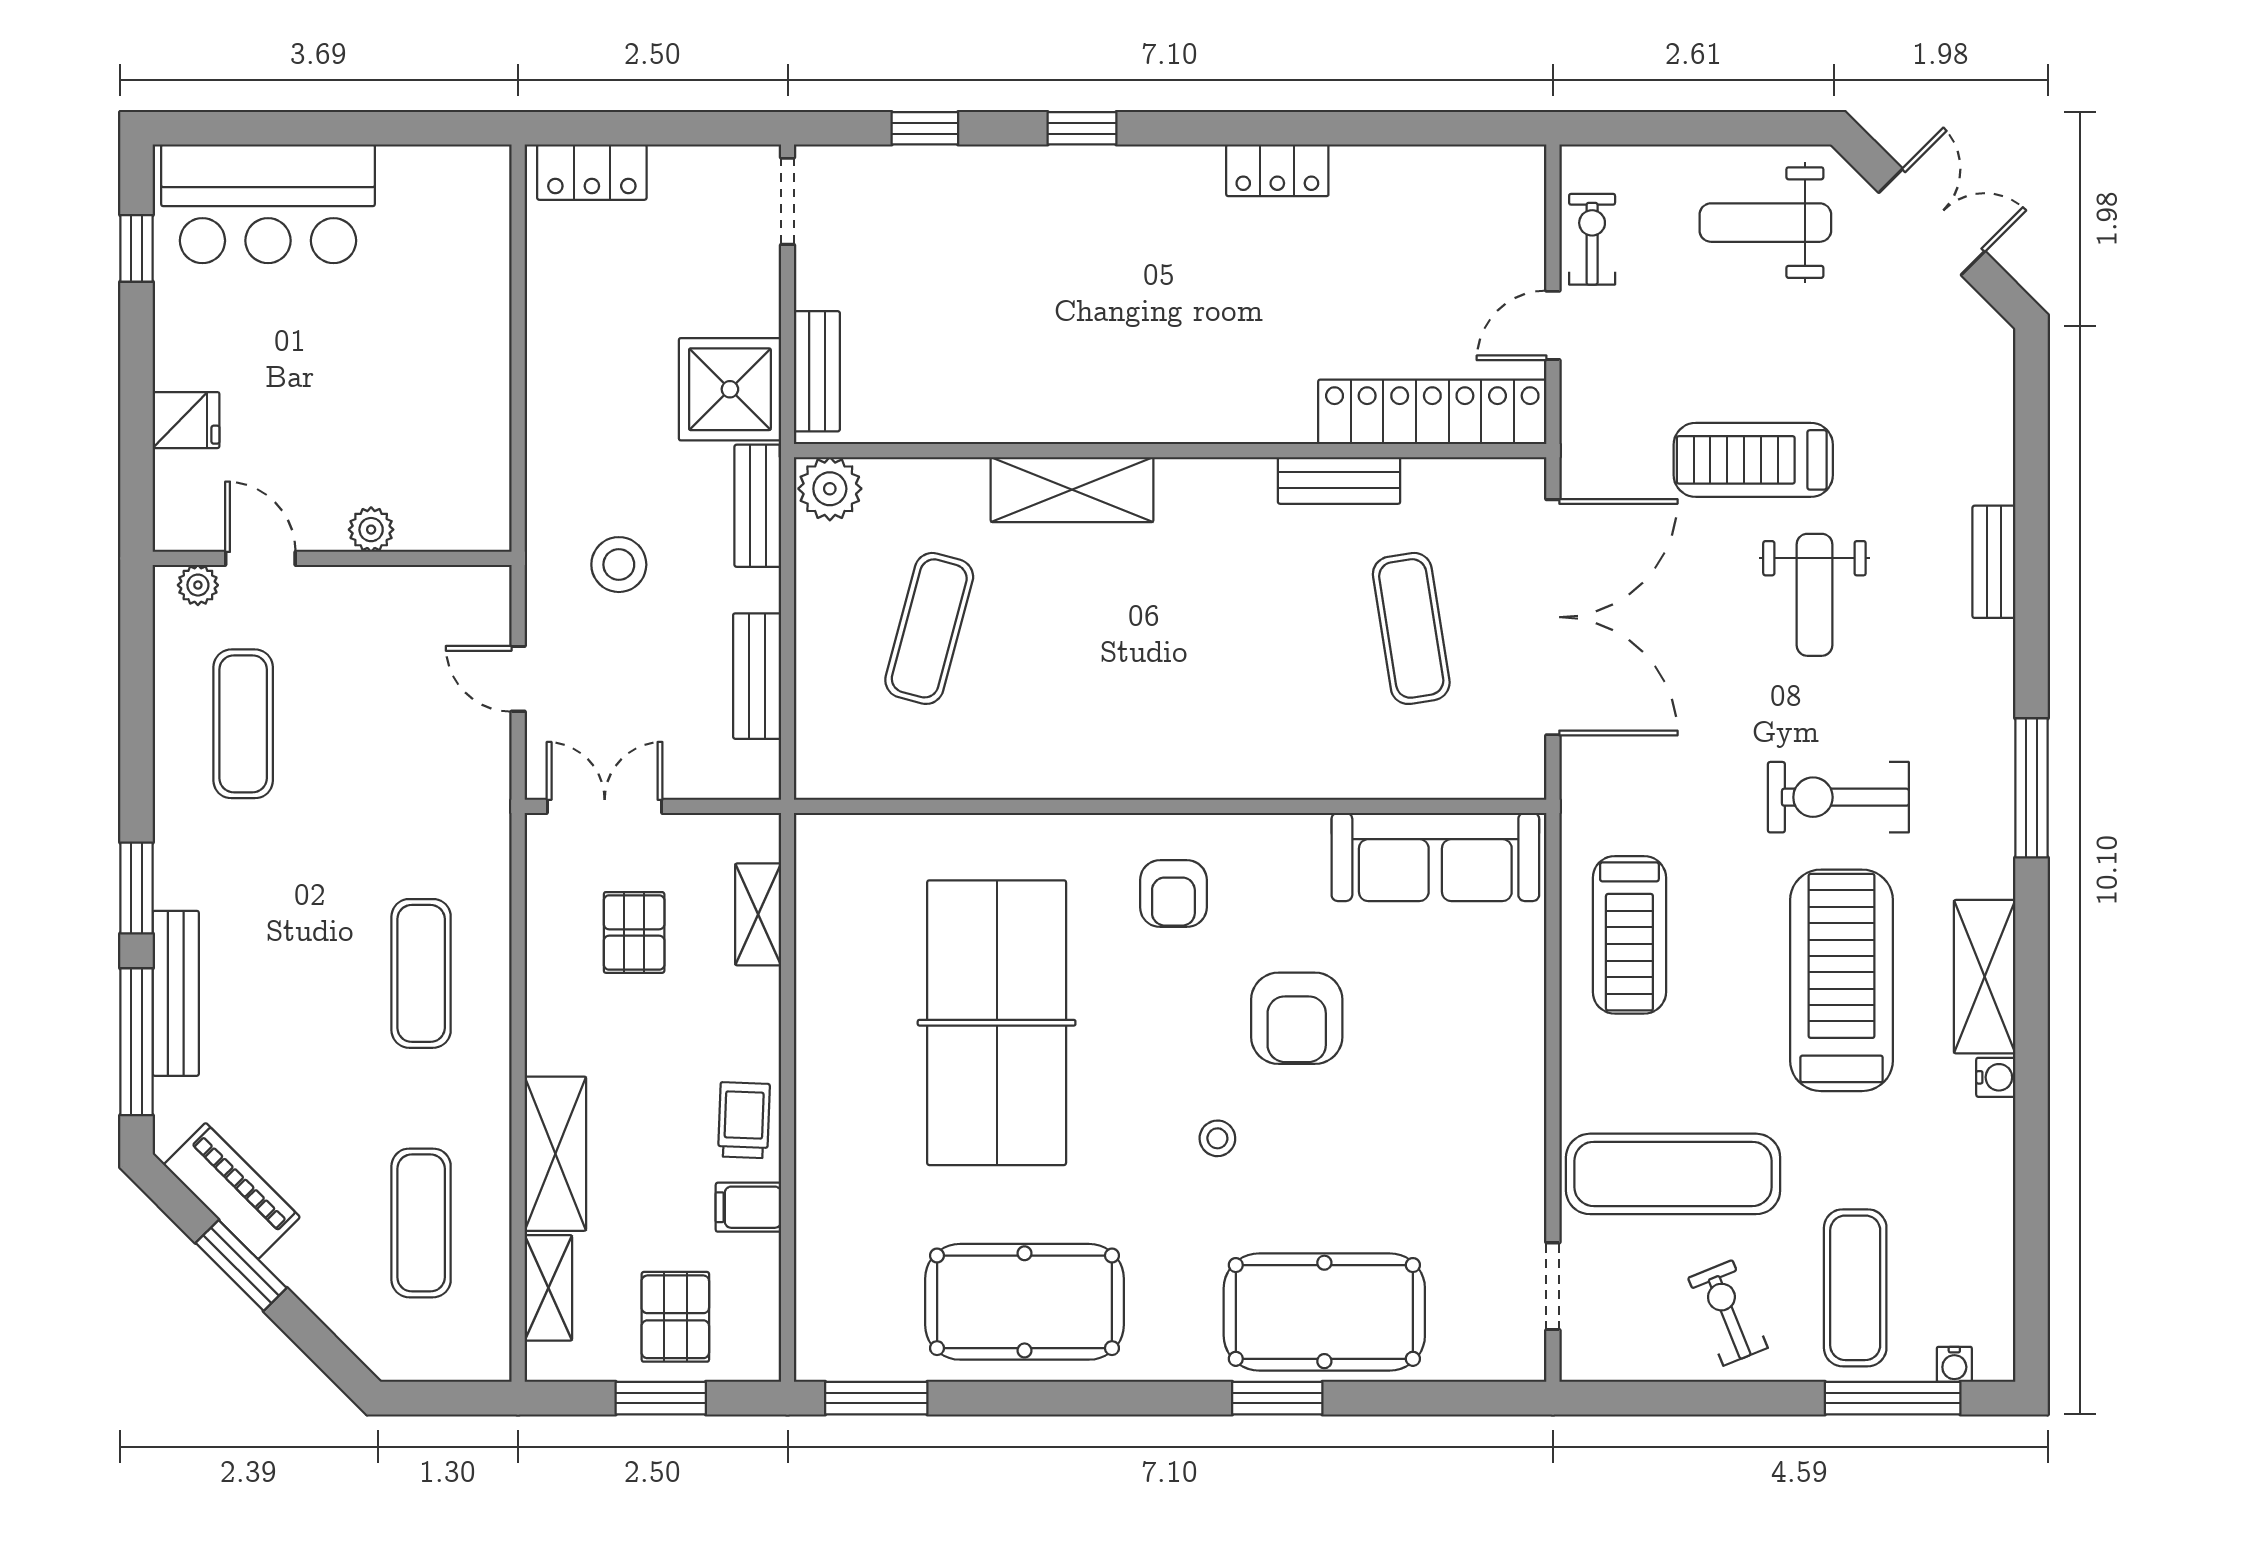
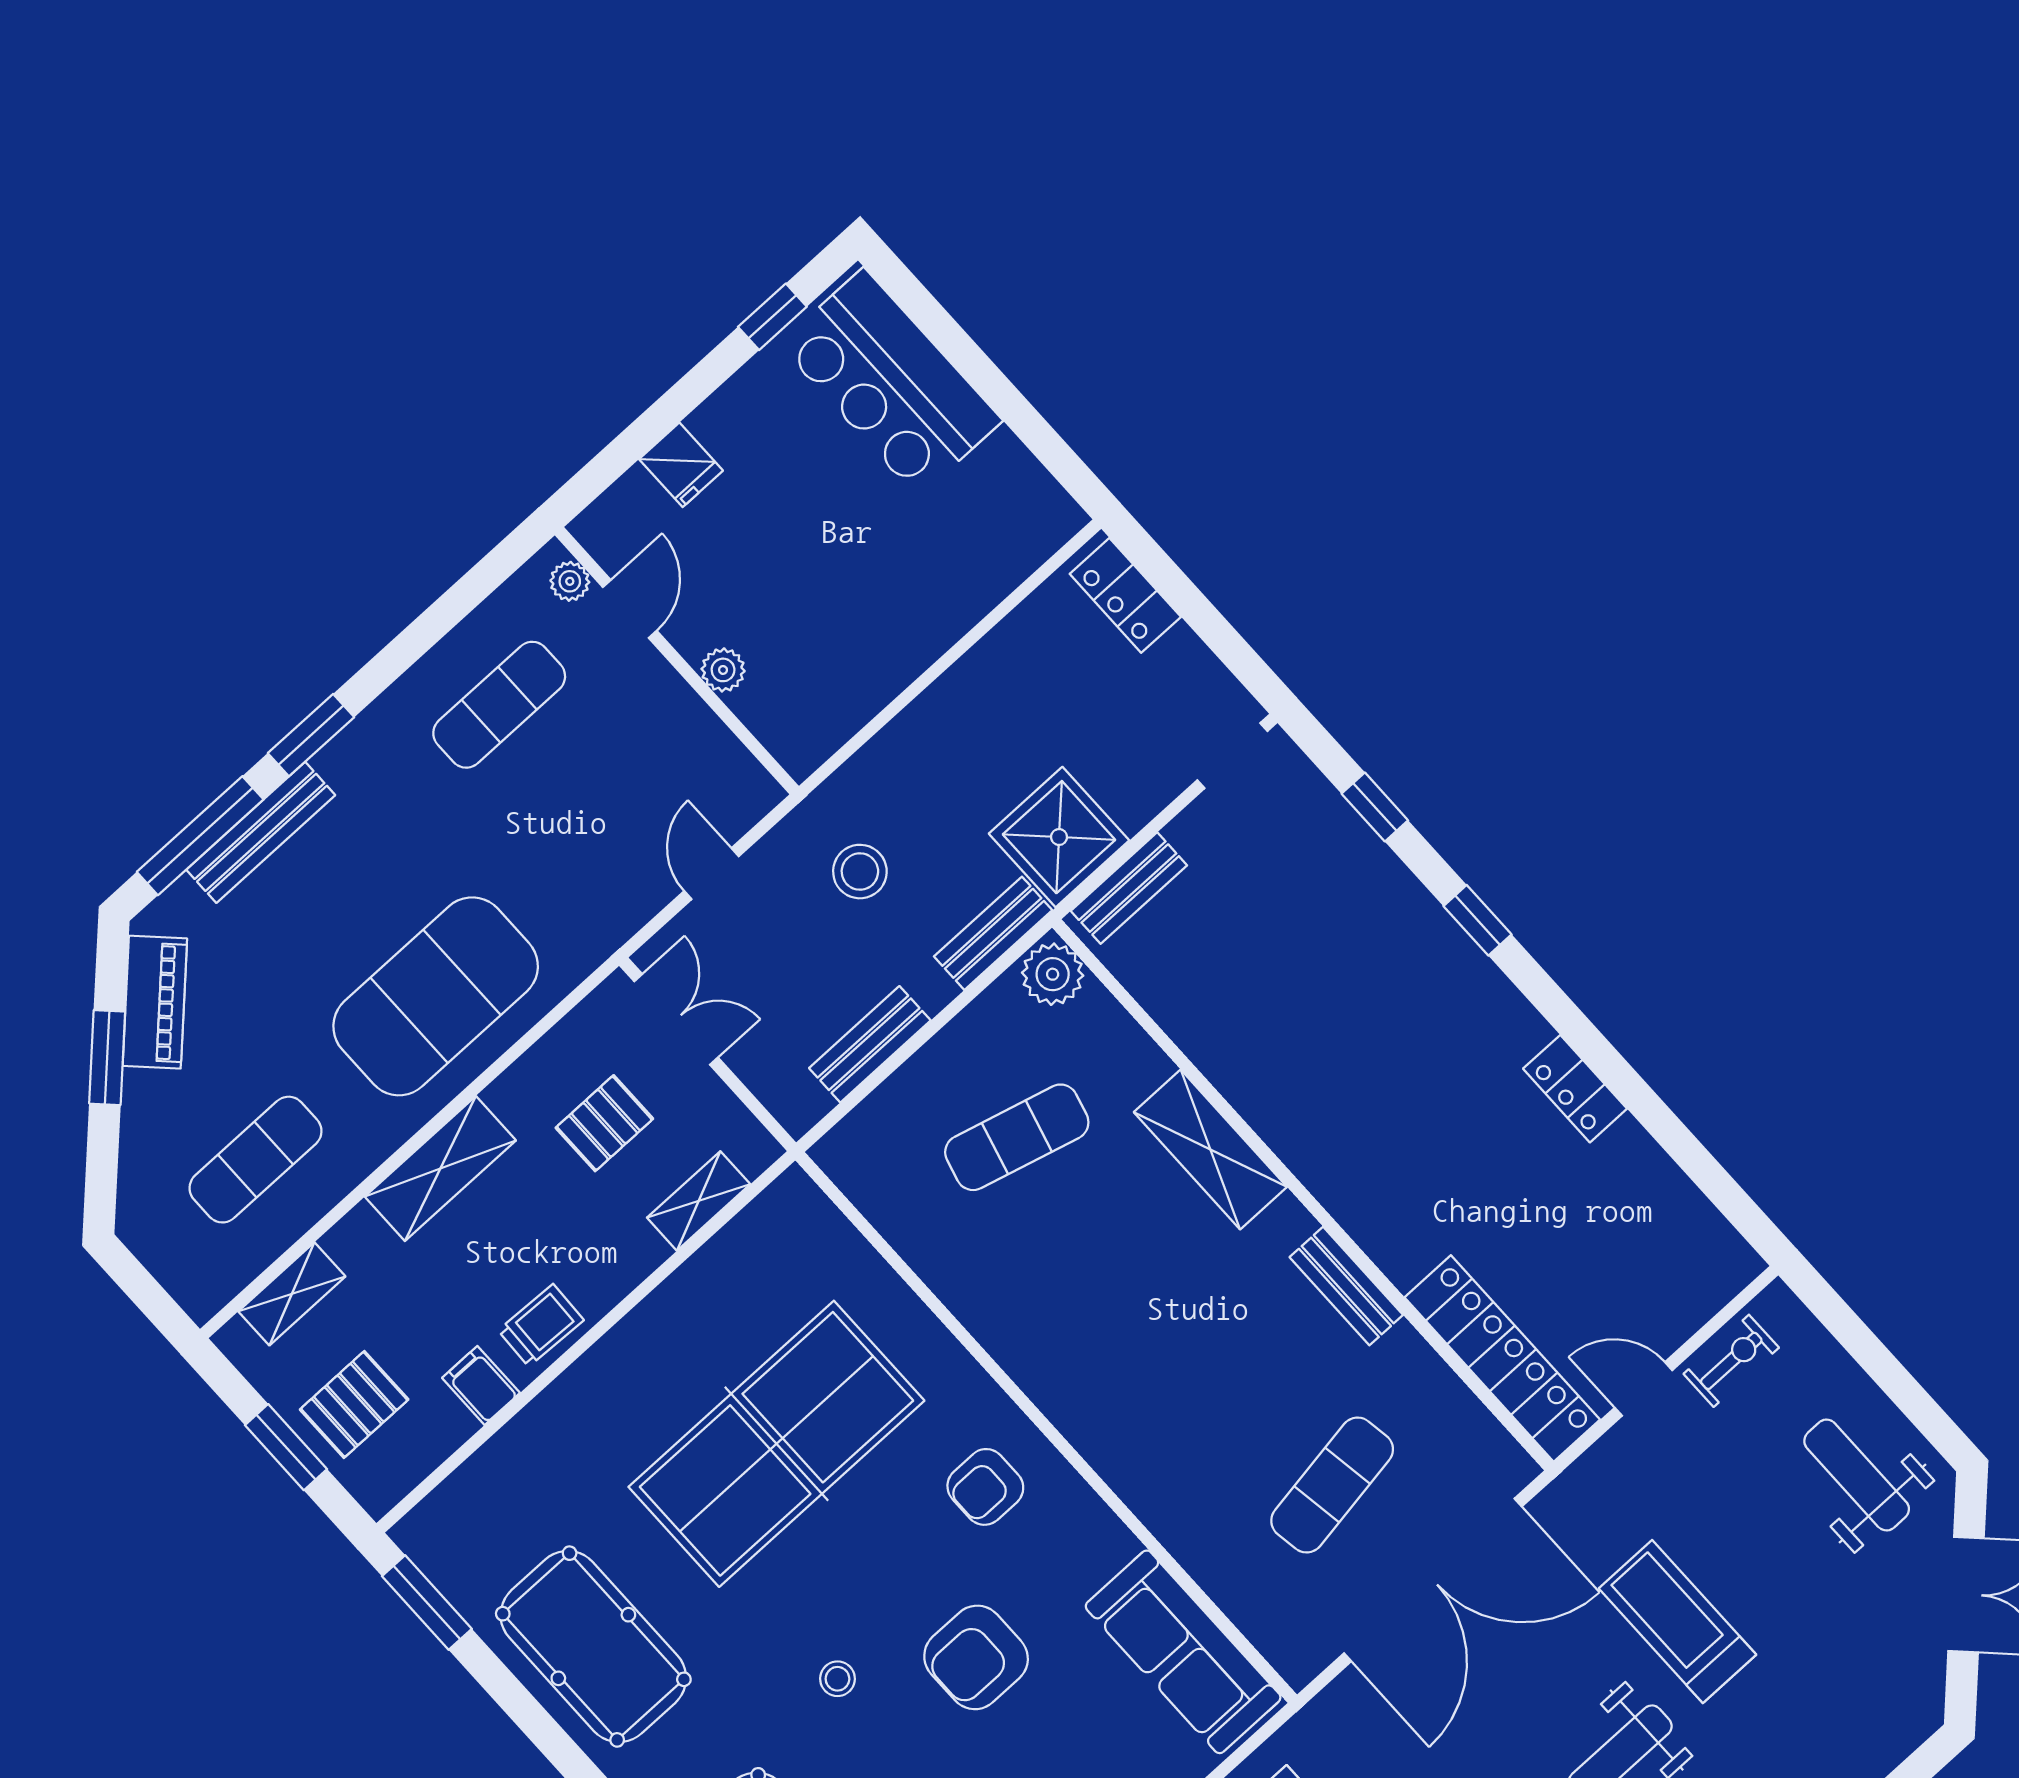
bench: (1339, 480) -> (1346, 1286), moved
exercise mat: (421, 973) -> (436, 996), width x2.00, depth x1.45
shelving: (555, 1154) -> (440, 1169), moved

